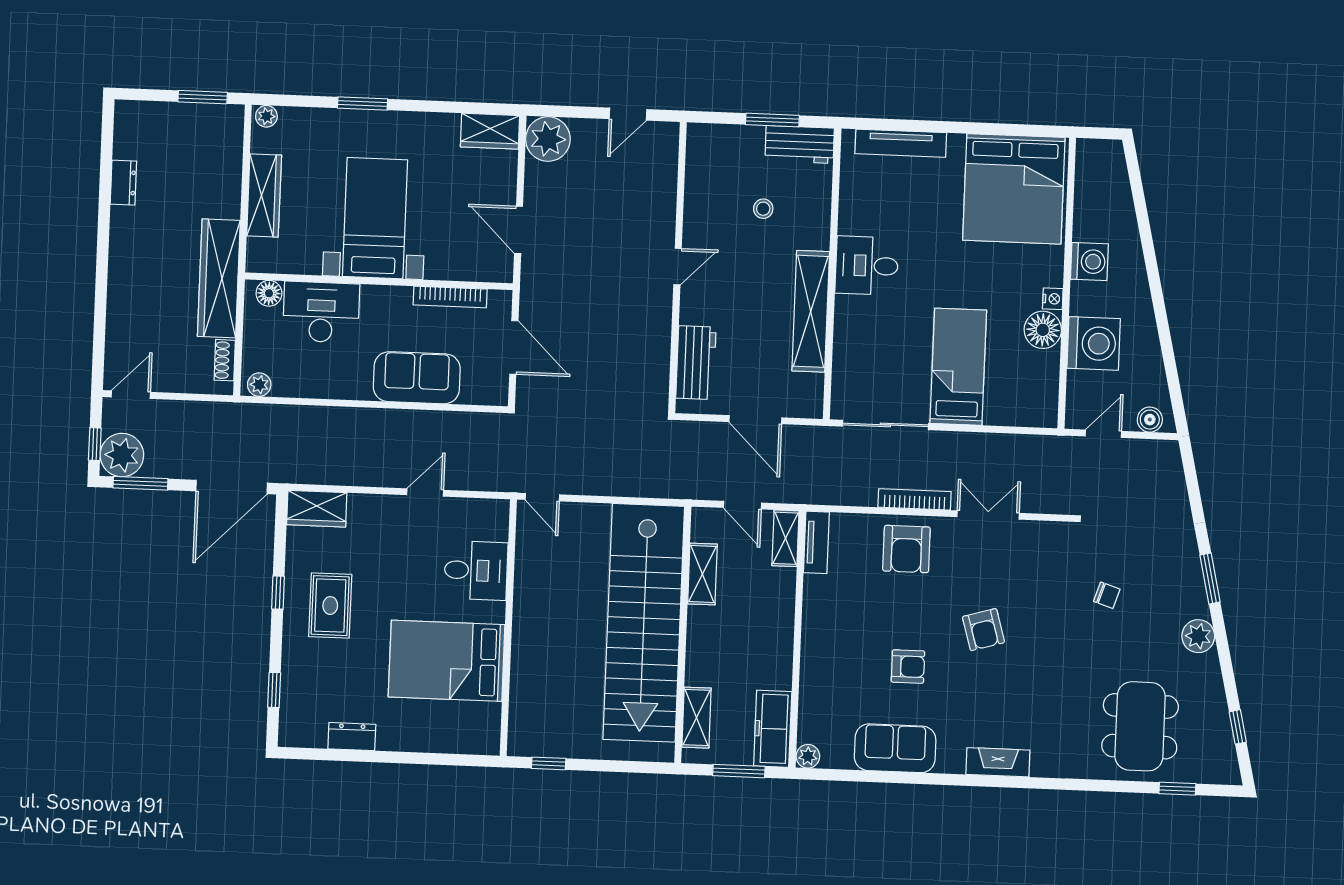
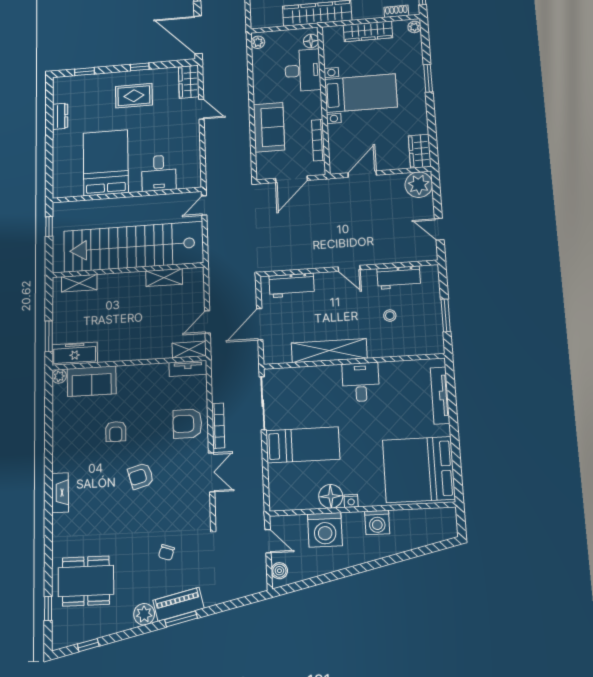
workbench: (800, 144) -> (399, 278), moved, turned -90
shoe rack: (225, 360) -> (396, 11), moved
door: (425, 492) -> (201, 109), moved
shelving: (702, 574) -> (164, 278), moved
piano: (1188, 581) -> (178, 604), added
stairs: (644, 623) -> (133, 247), moved
wall: (683, 635) -> (128, 270), moved
shelving: (696, 718) -> (79, 283), moved
sofa: (895, 748) -> (92, 381), moved, turned 90

